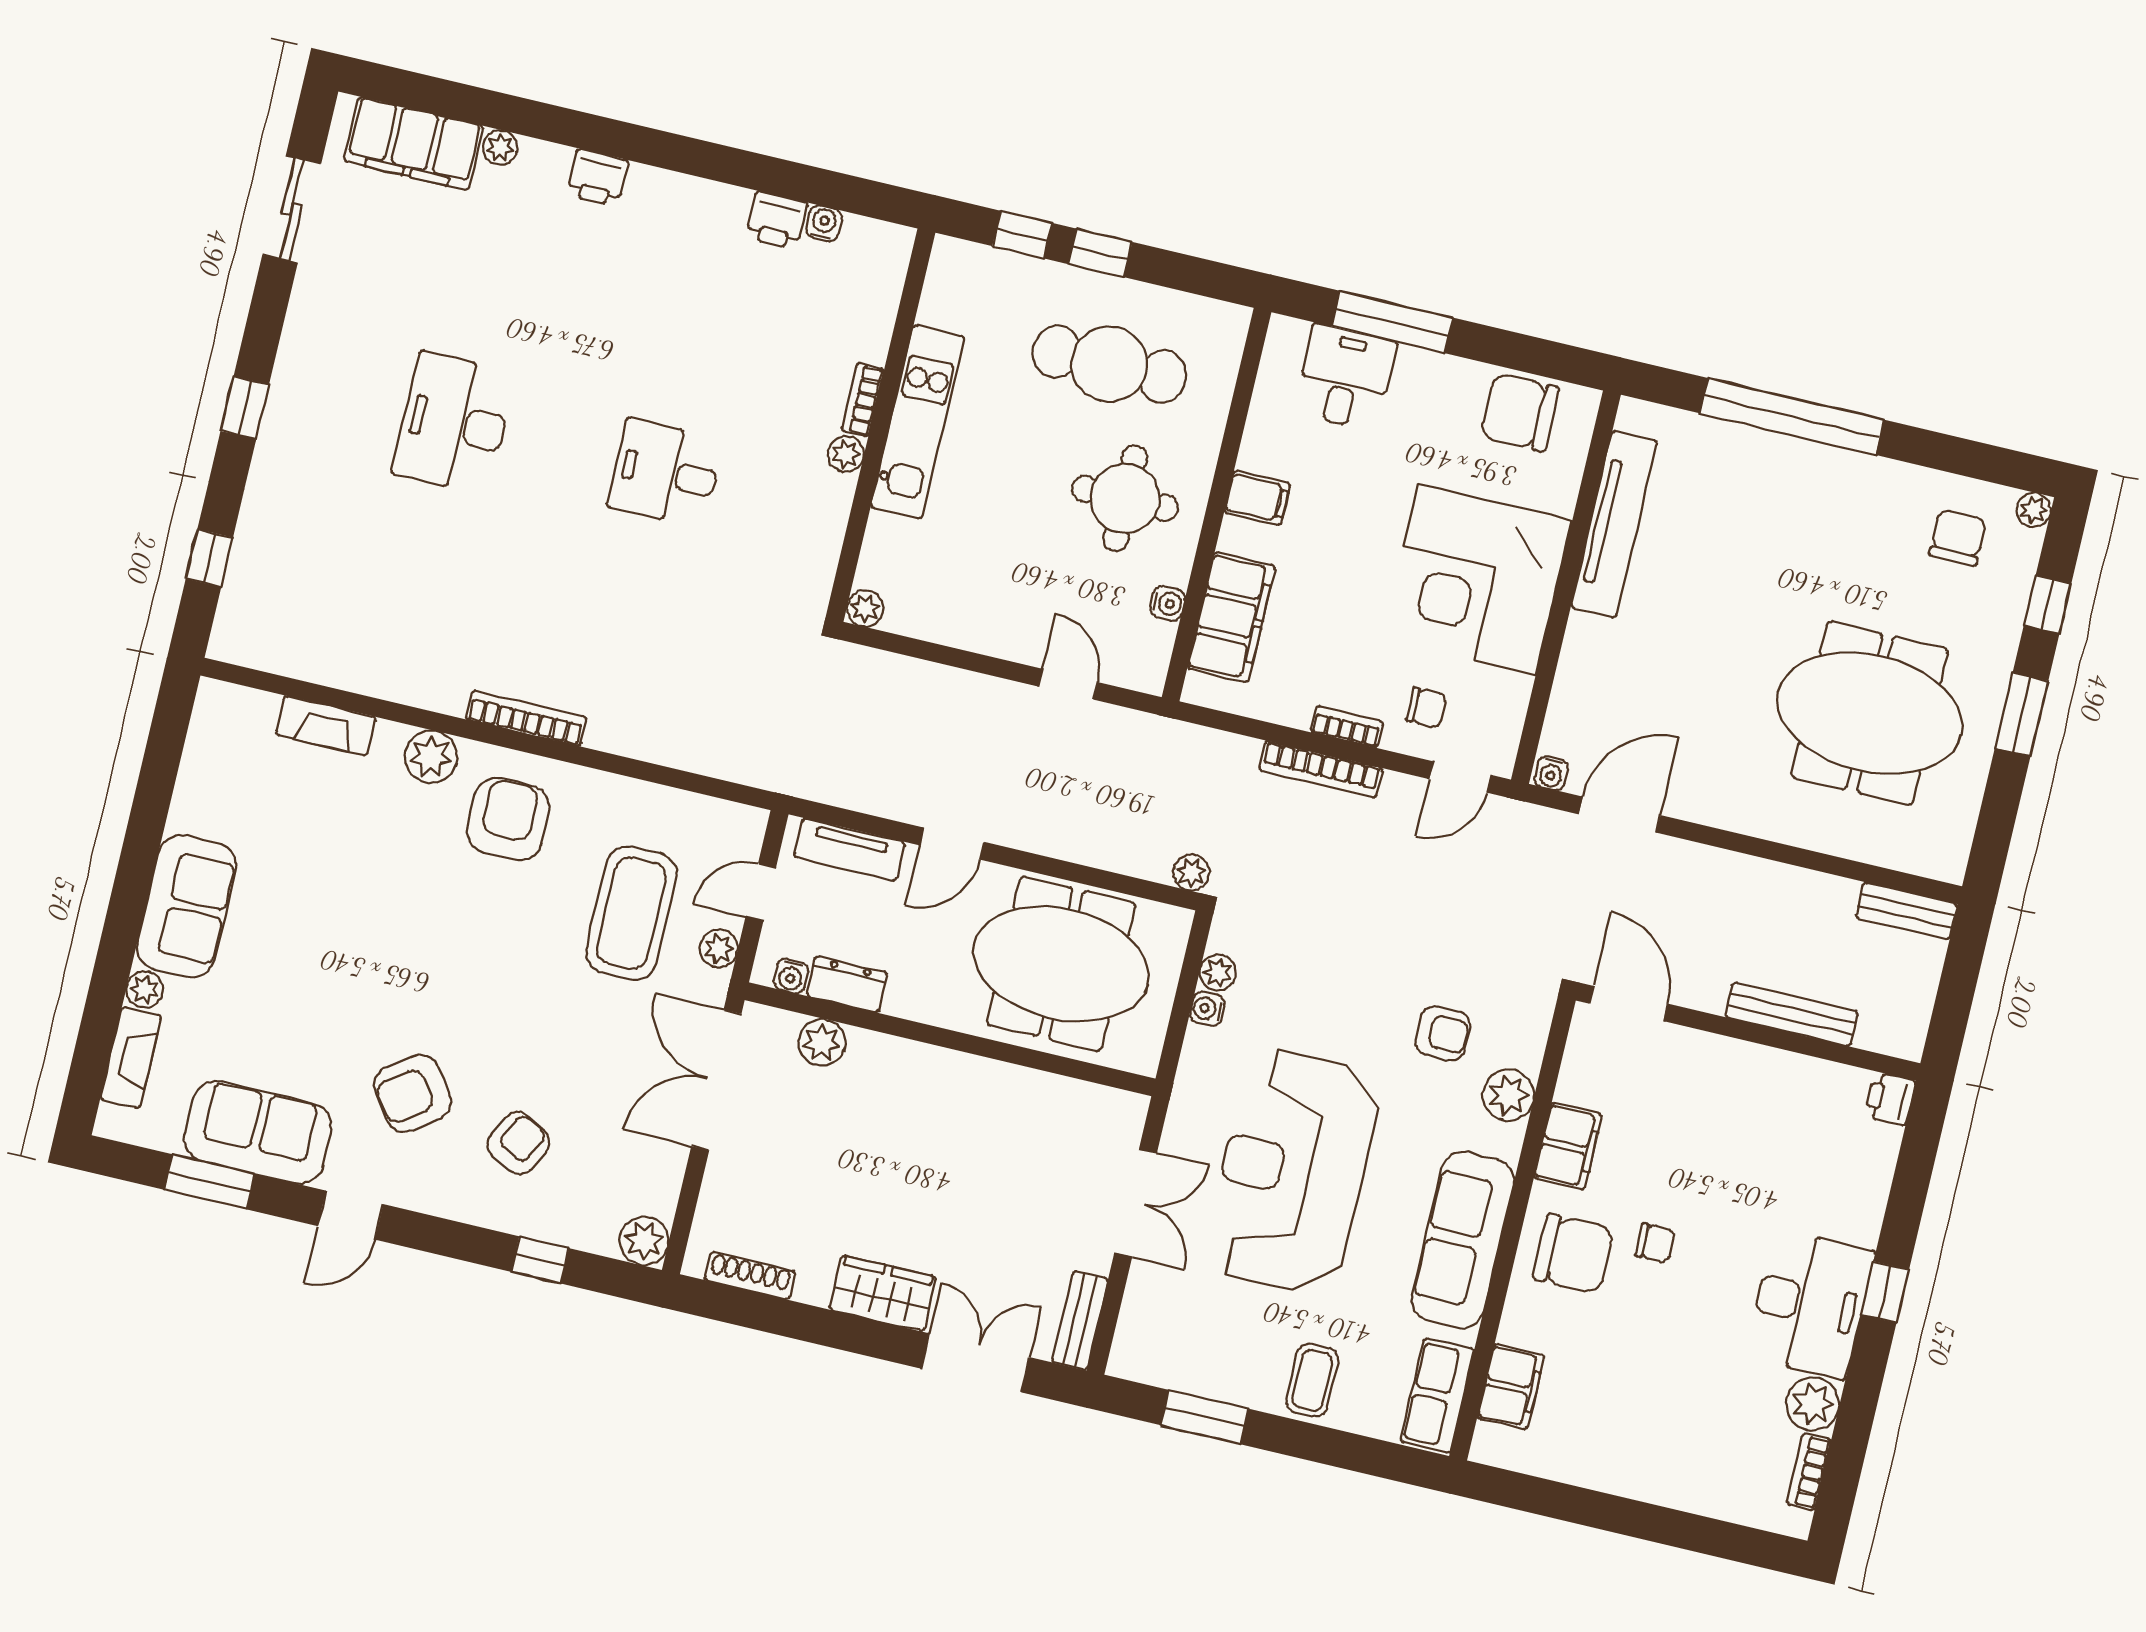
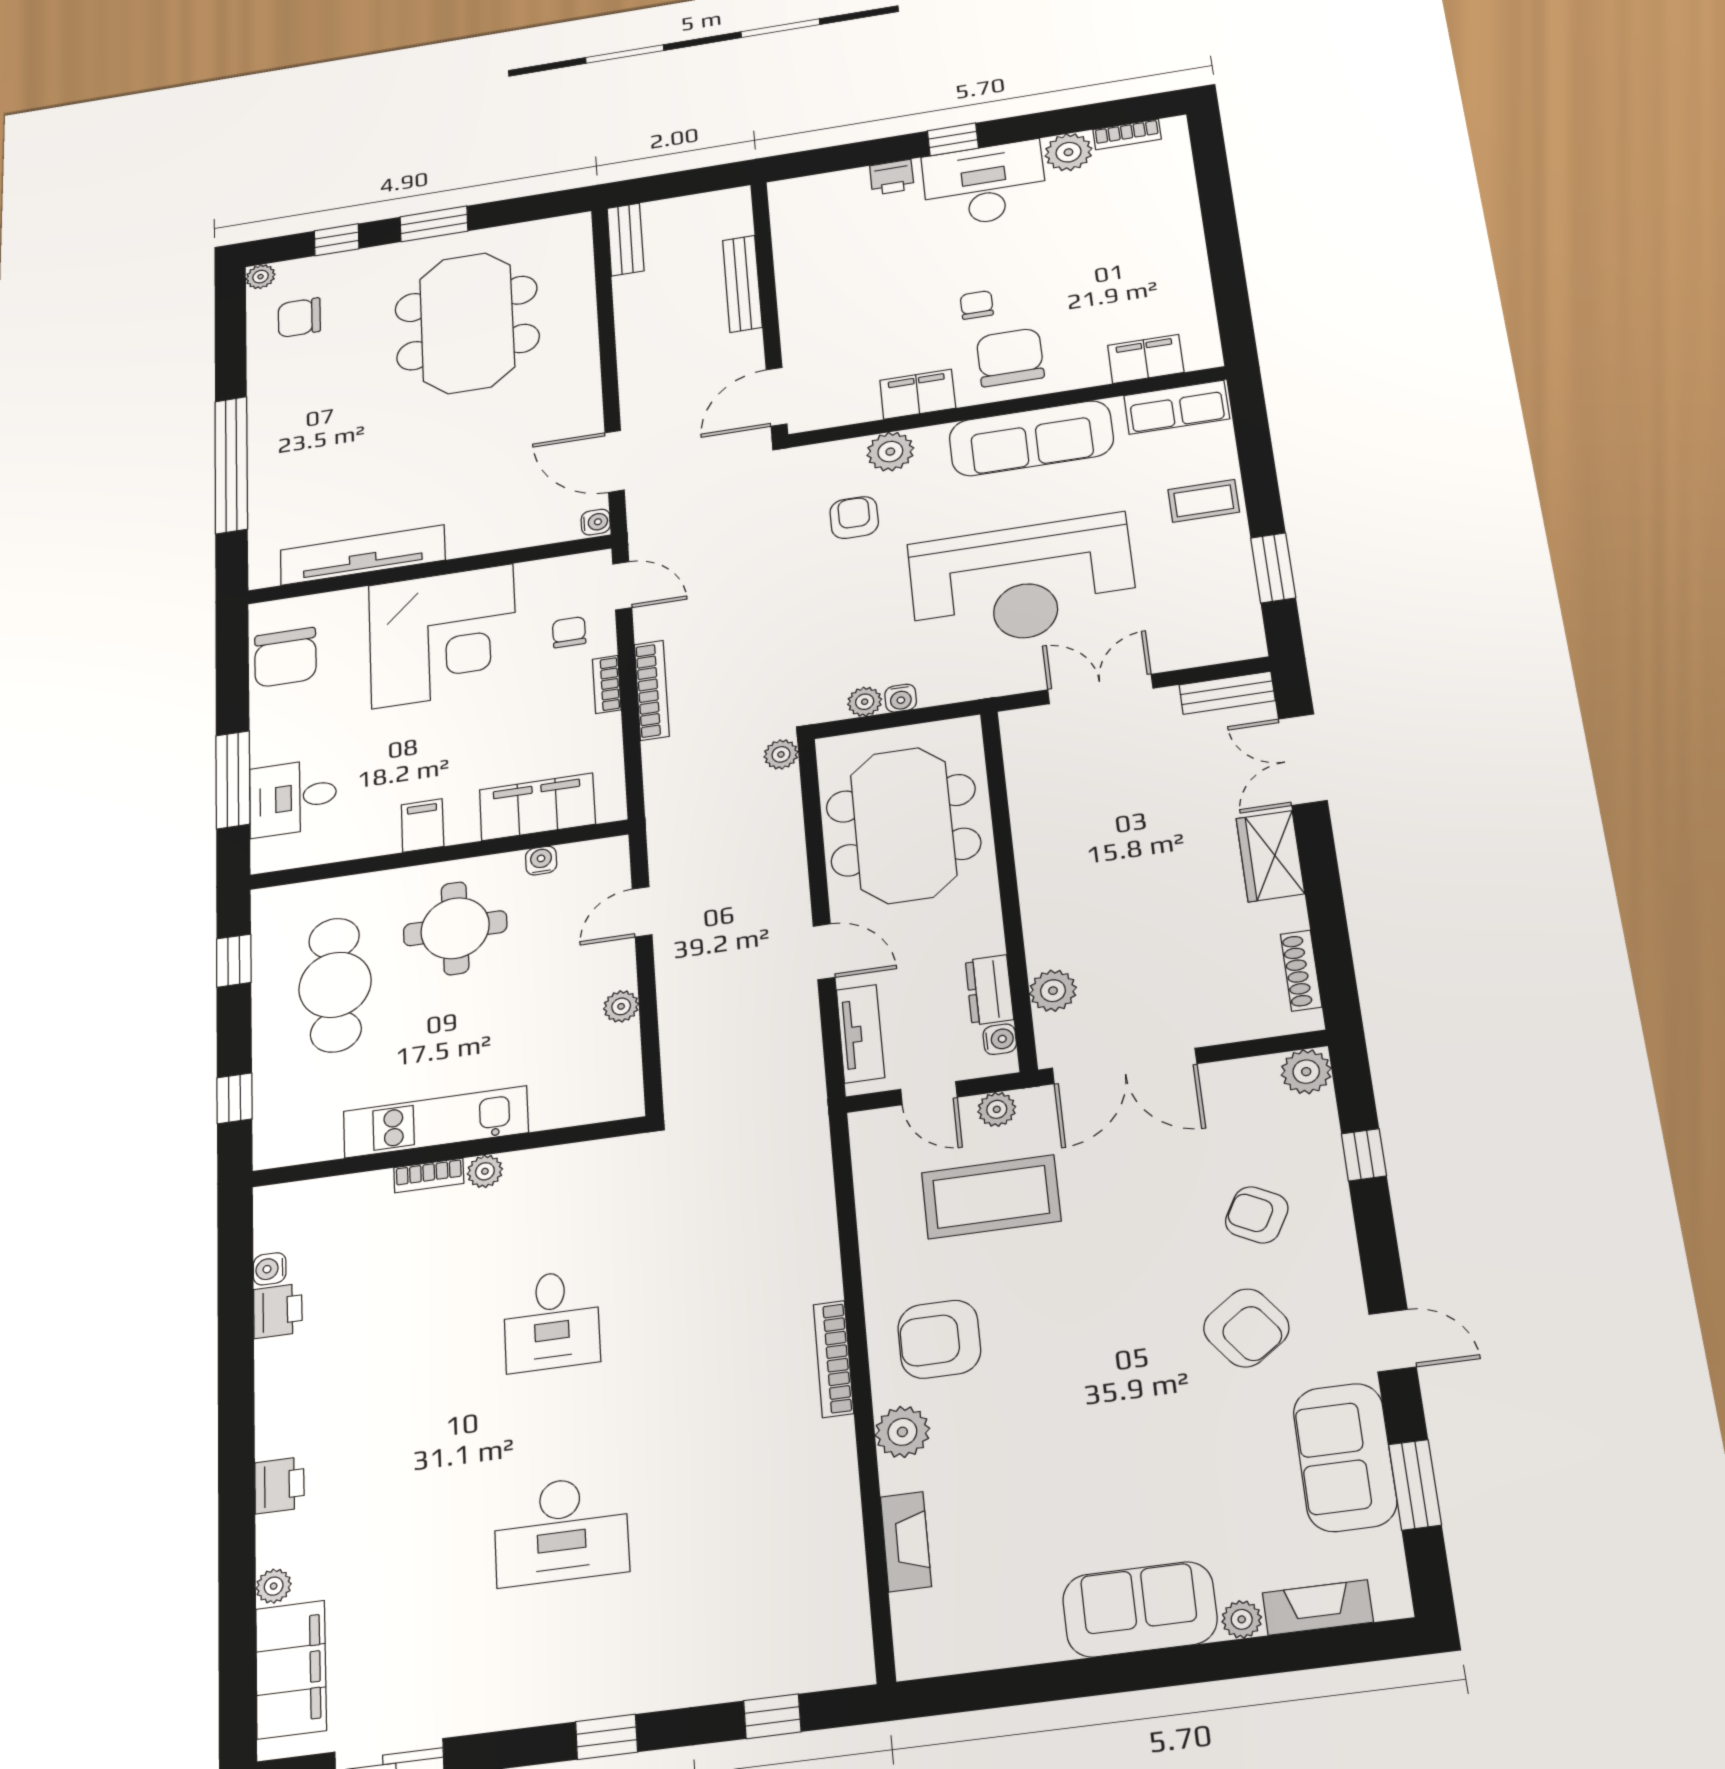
window: (1100, 253) -> (234, 961), moved
plant: (865, 608) -> (621, 1006), moved
printer: (1890, 1099) -> (892, 177), moved

